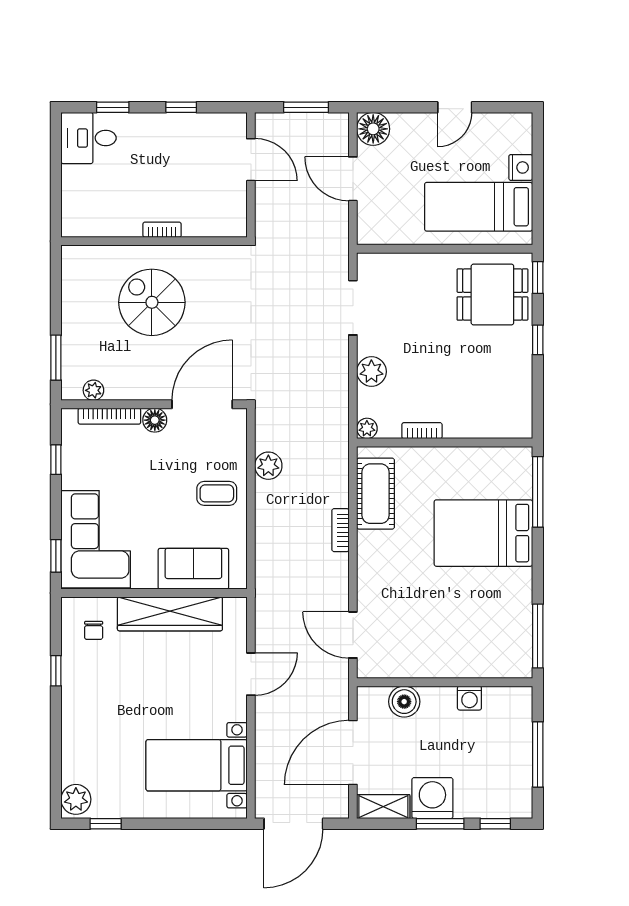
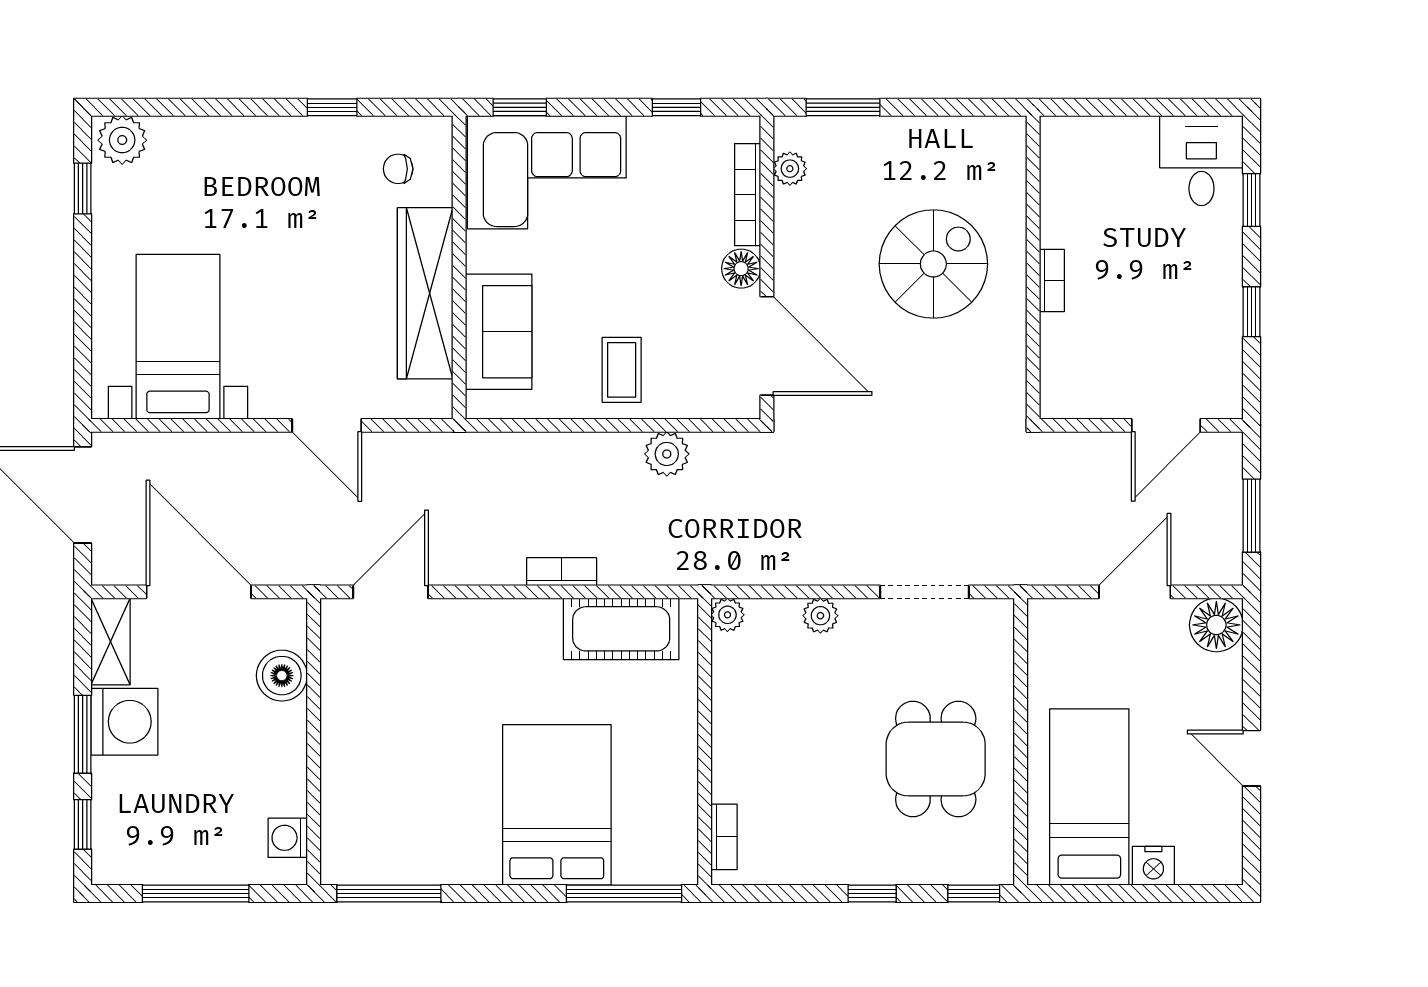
dining table: (492, 295) -> (936, 759), moved
plant: (371, 372) -> (820, 616), width x0.73, depth x0.73
bookcase: (422, 431) -> (724, 837), moved
washing machine: (469, 698) -> (288, 838), moved

